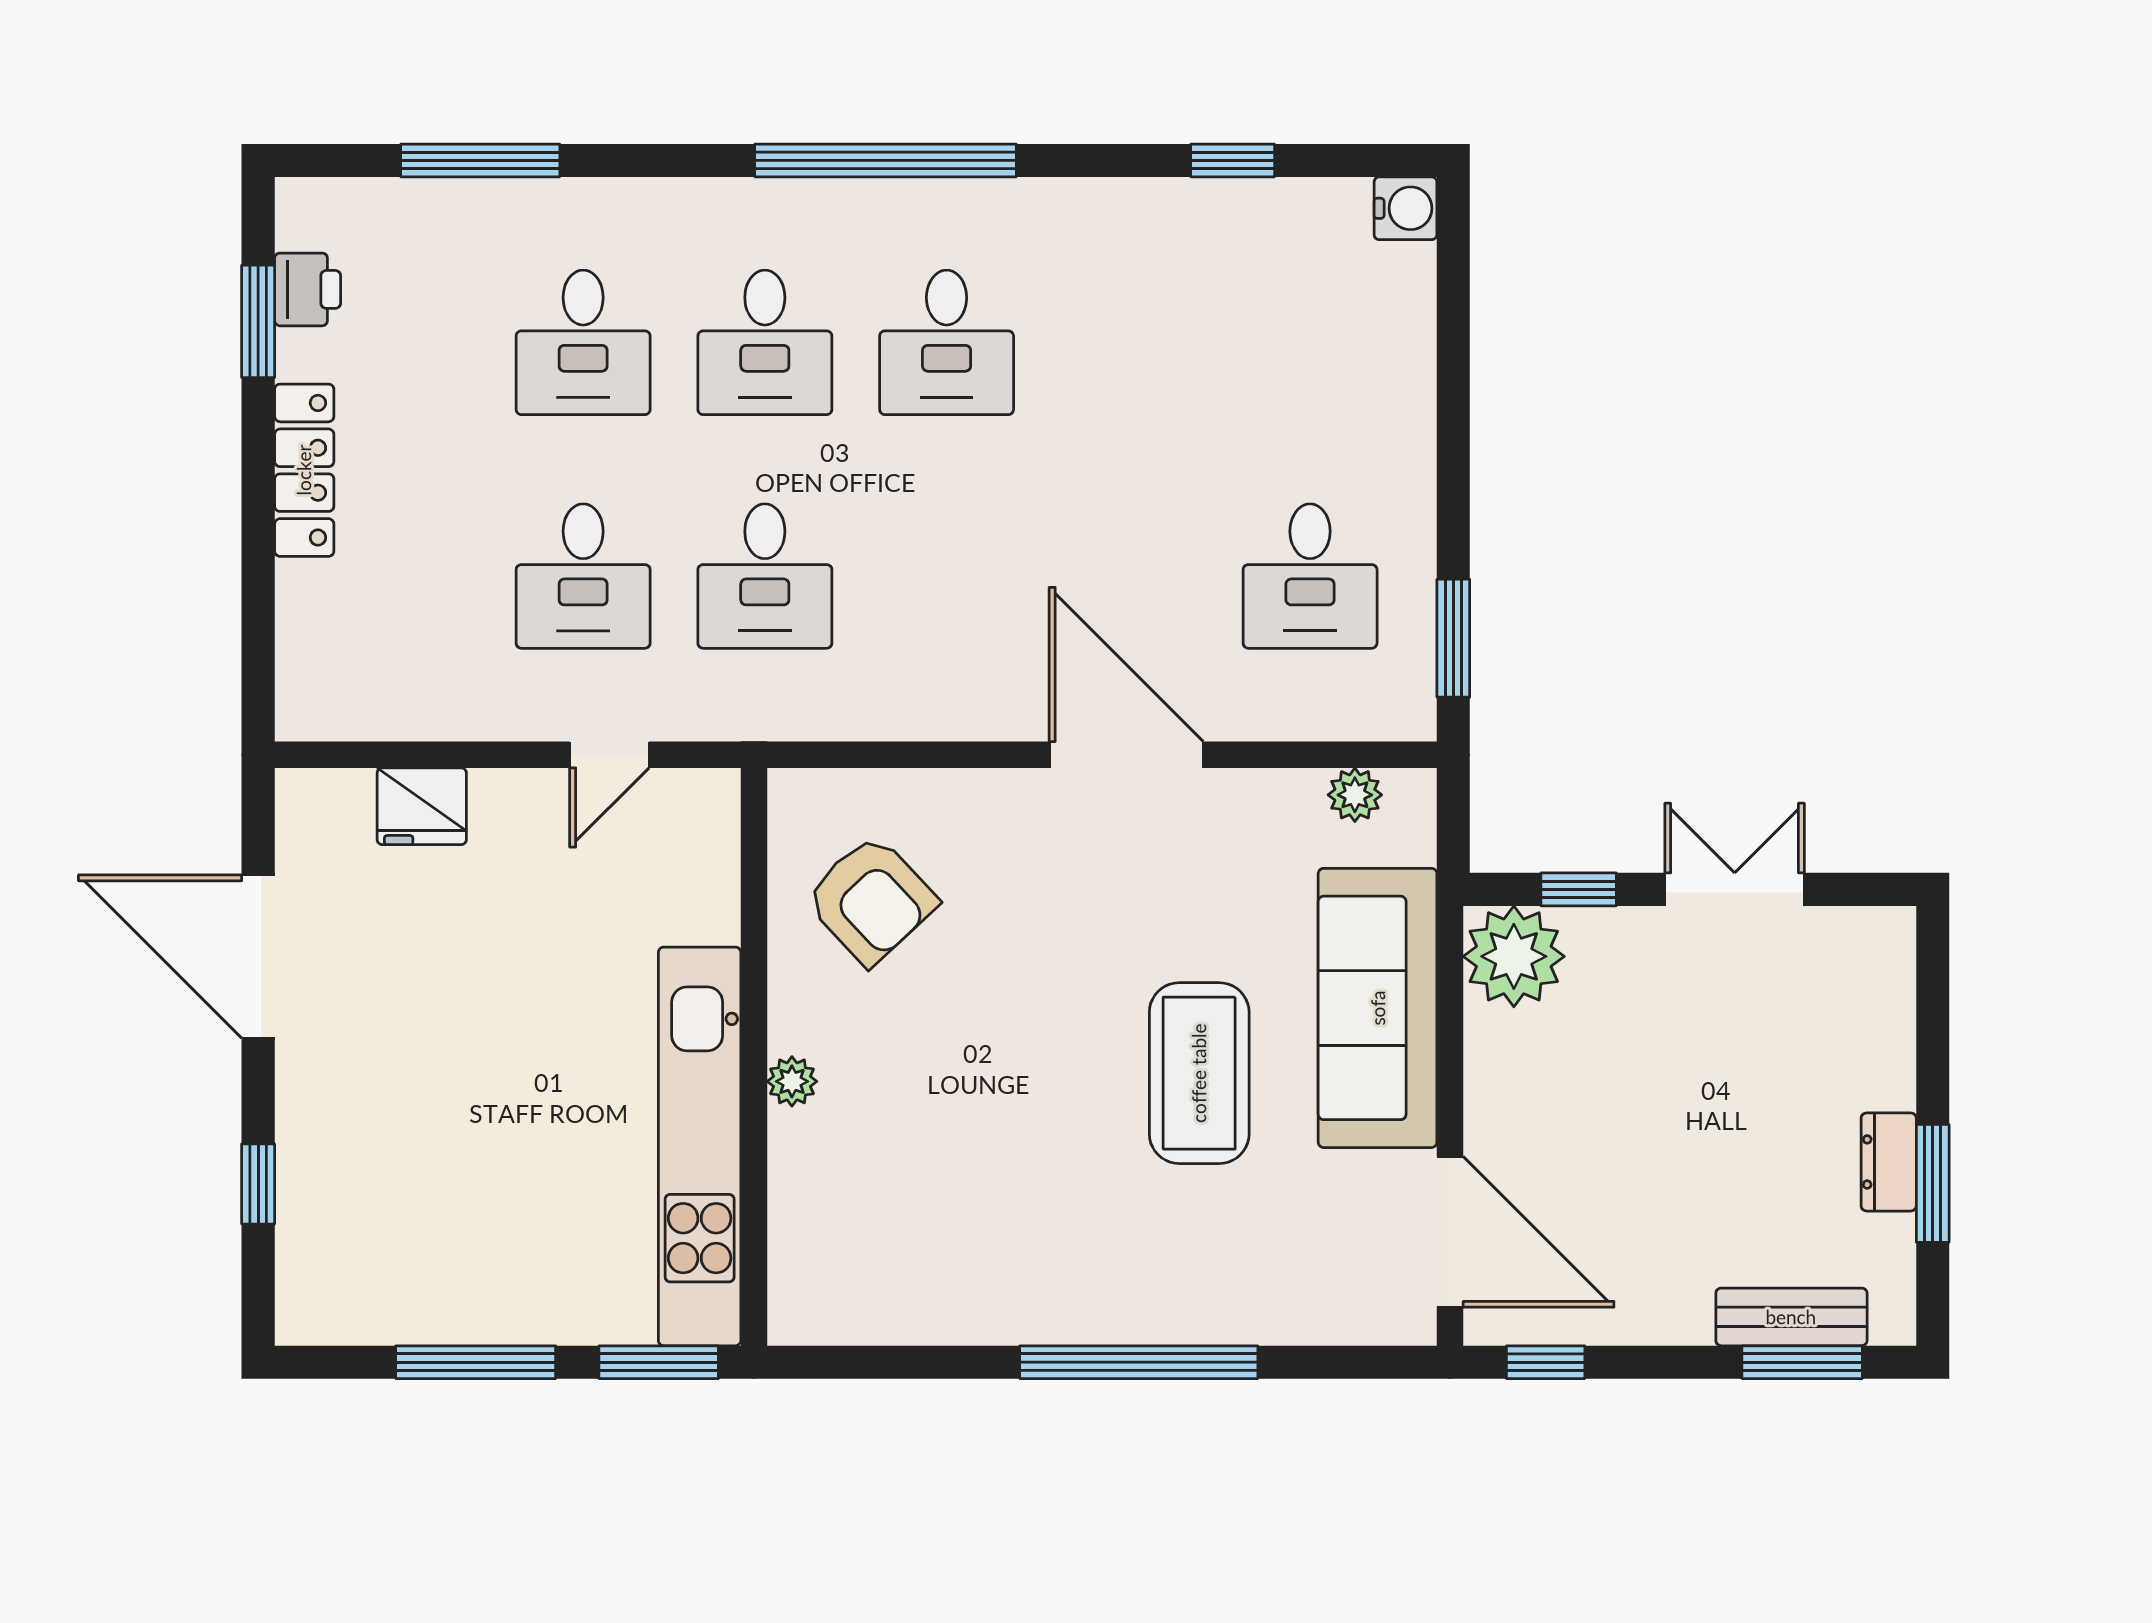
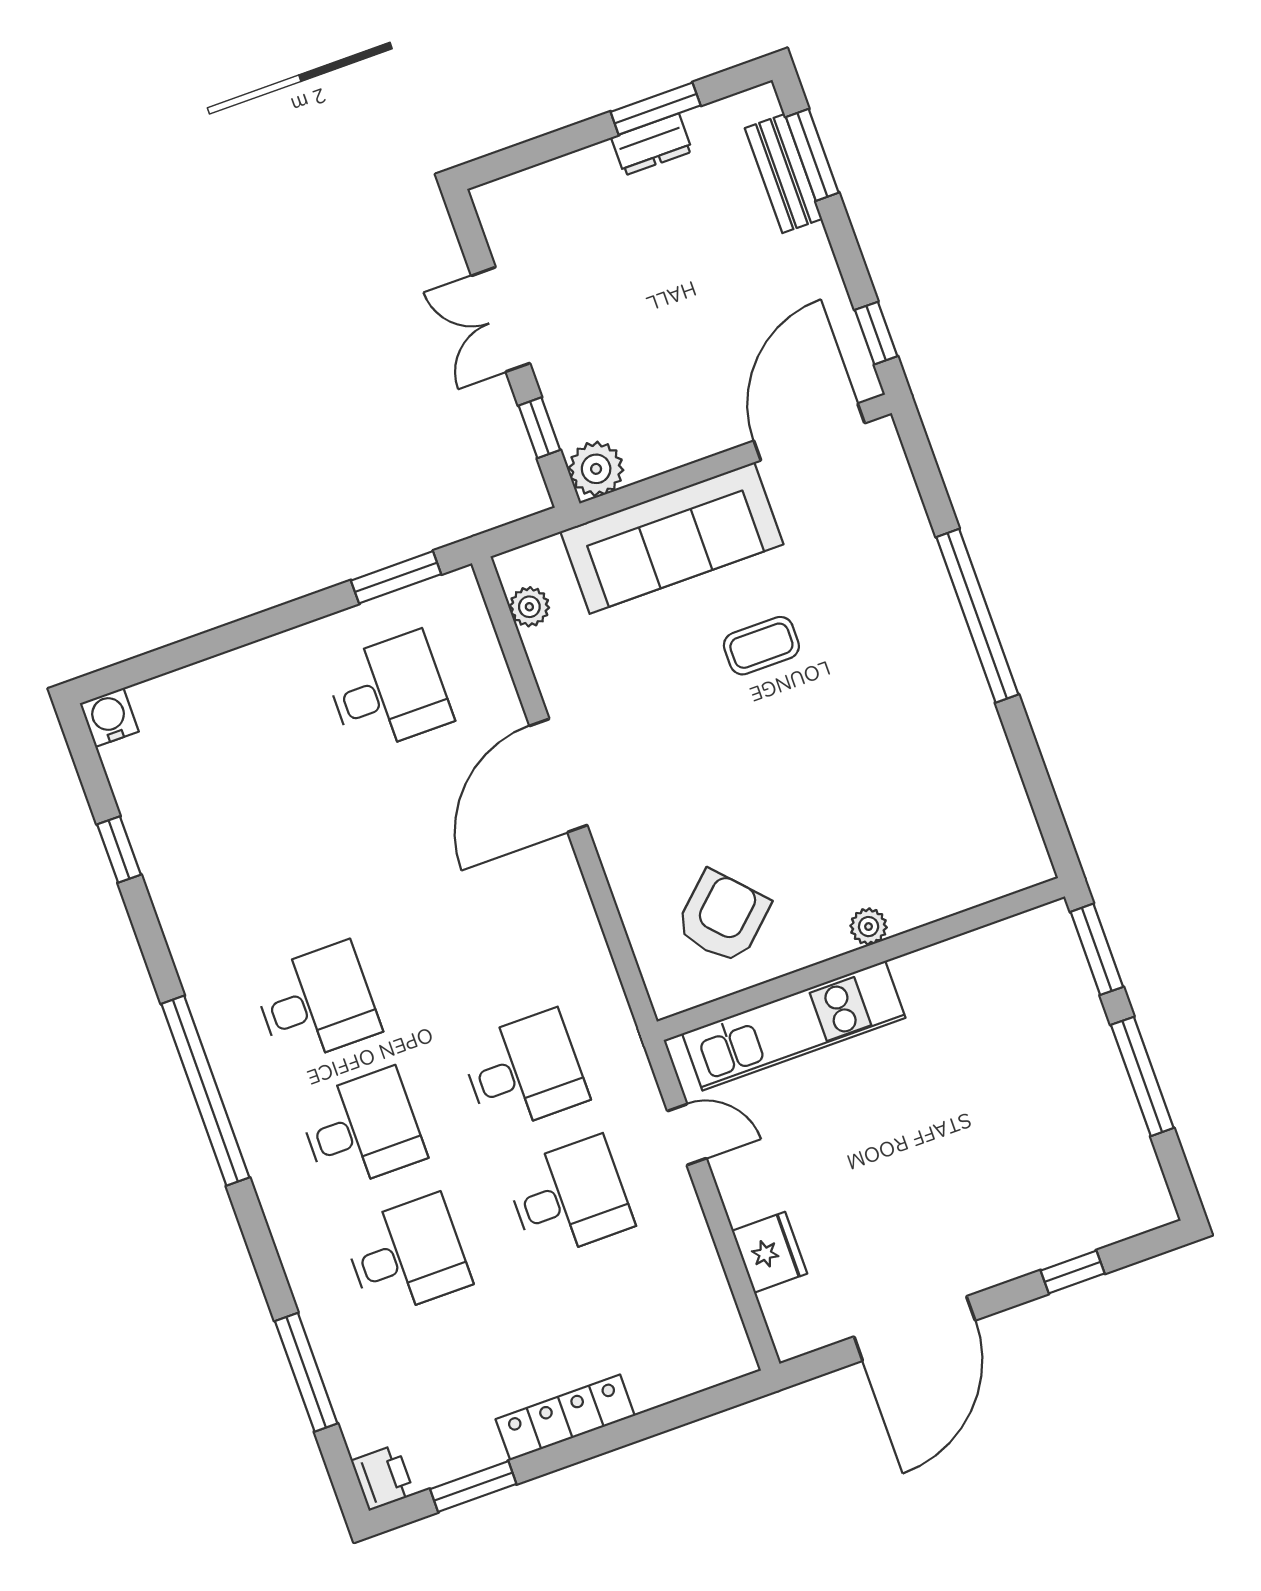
printer: (308, 289) -> (383, 1478), moved, turned 90
plant: (1514, 956) -> (596, 469), width x0.73, depth x0.73
coffee table: (1199, 1073) -> (761, 646), width x0.54, depth x0.58
kitchen unit: (700, 1146) -> (794, 1026), moved, width x0.73

